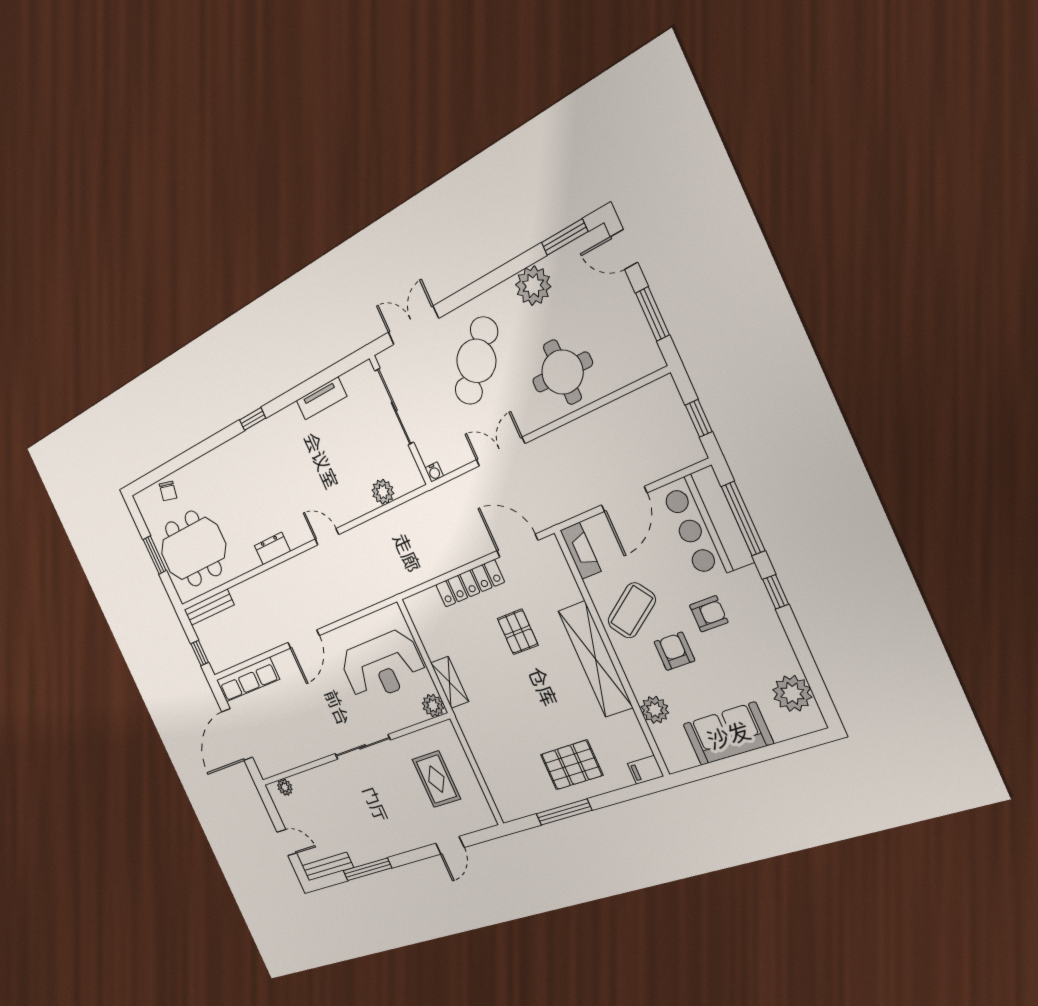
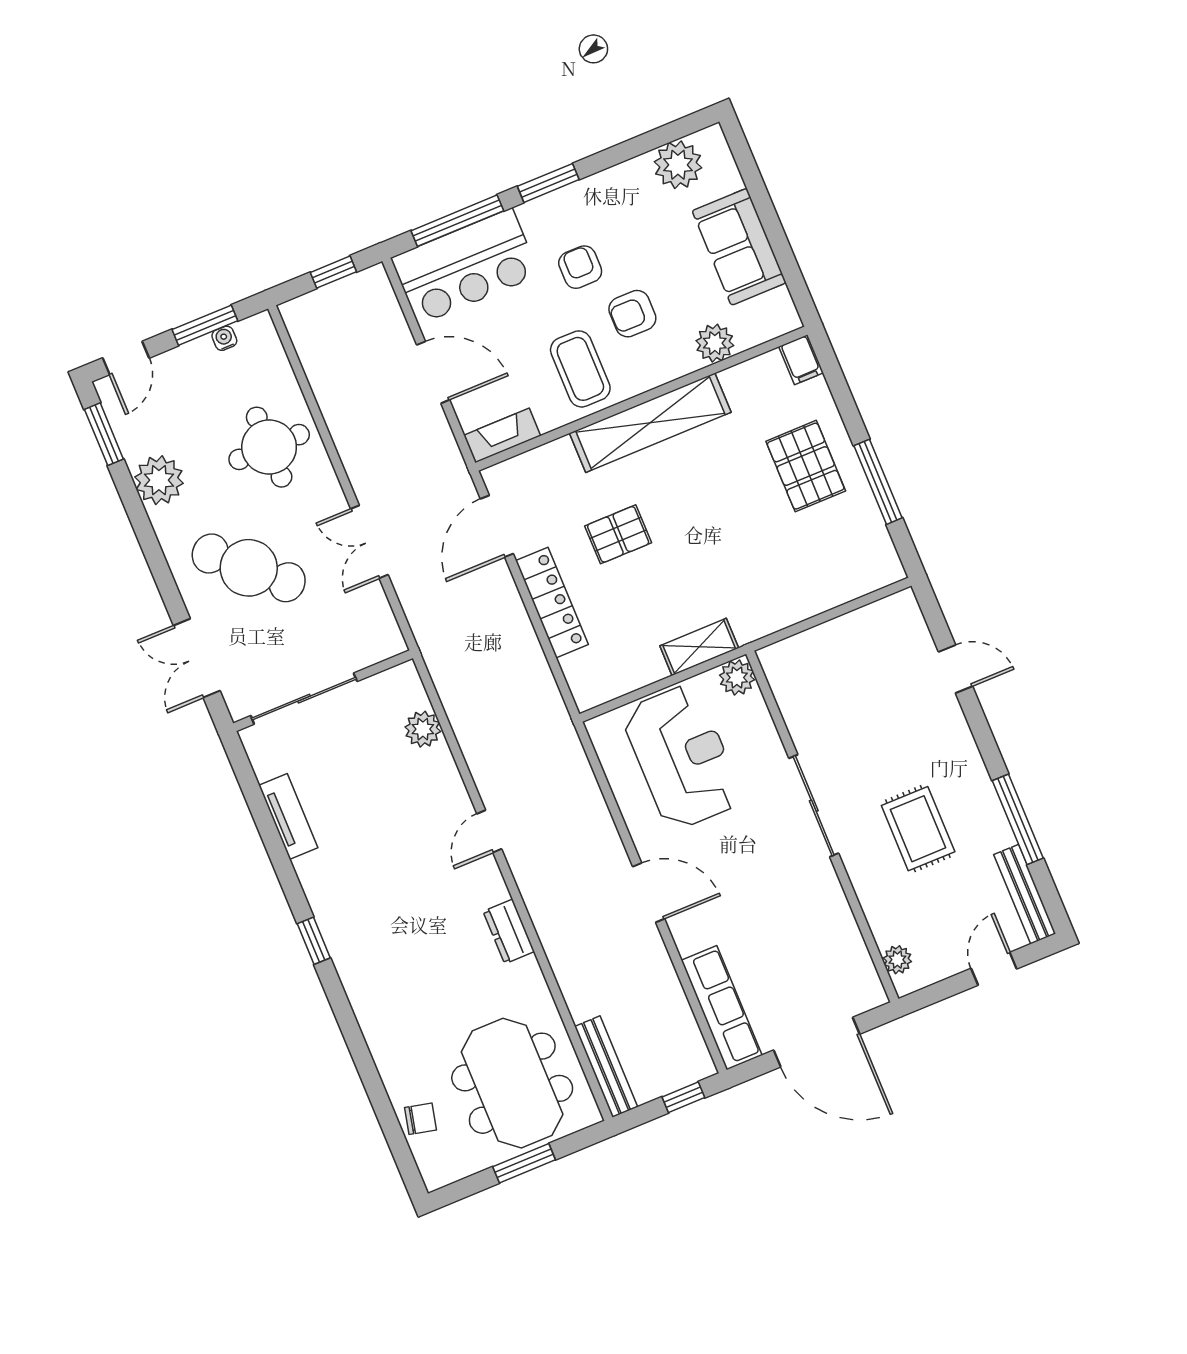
water cooler: (434, 472) -> (224, 338), moved, turned -90
window: (776, 592) -> (548, 183), width x1.50
coffee table: (632, 610) -> (580, 369), turned 35
rug: (436, 779) -> (918, 829), moved, turned 90

